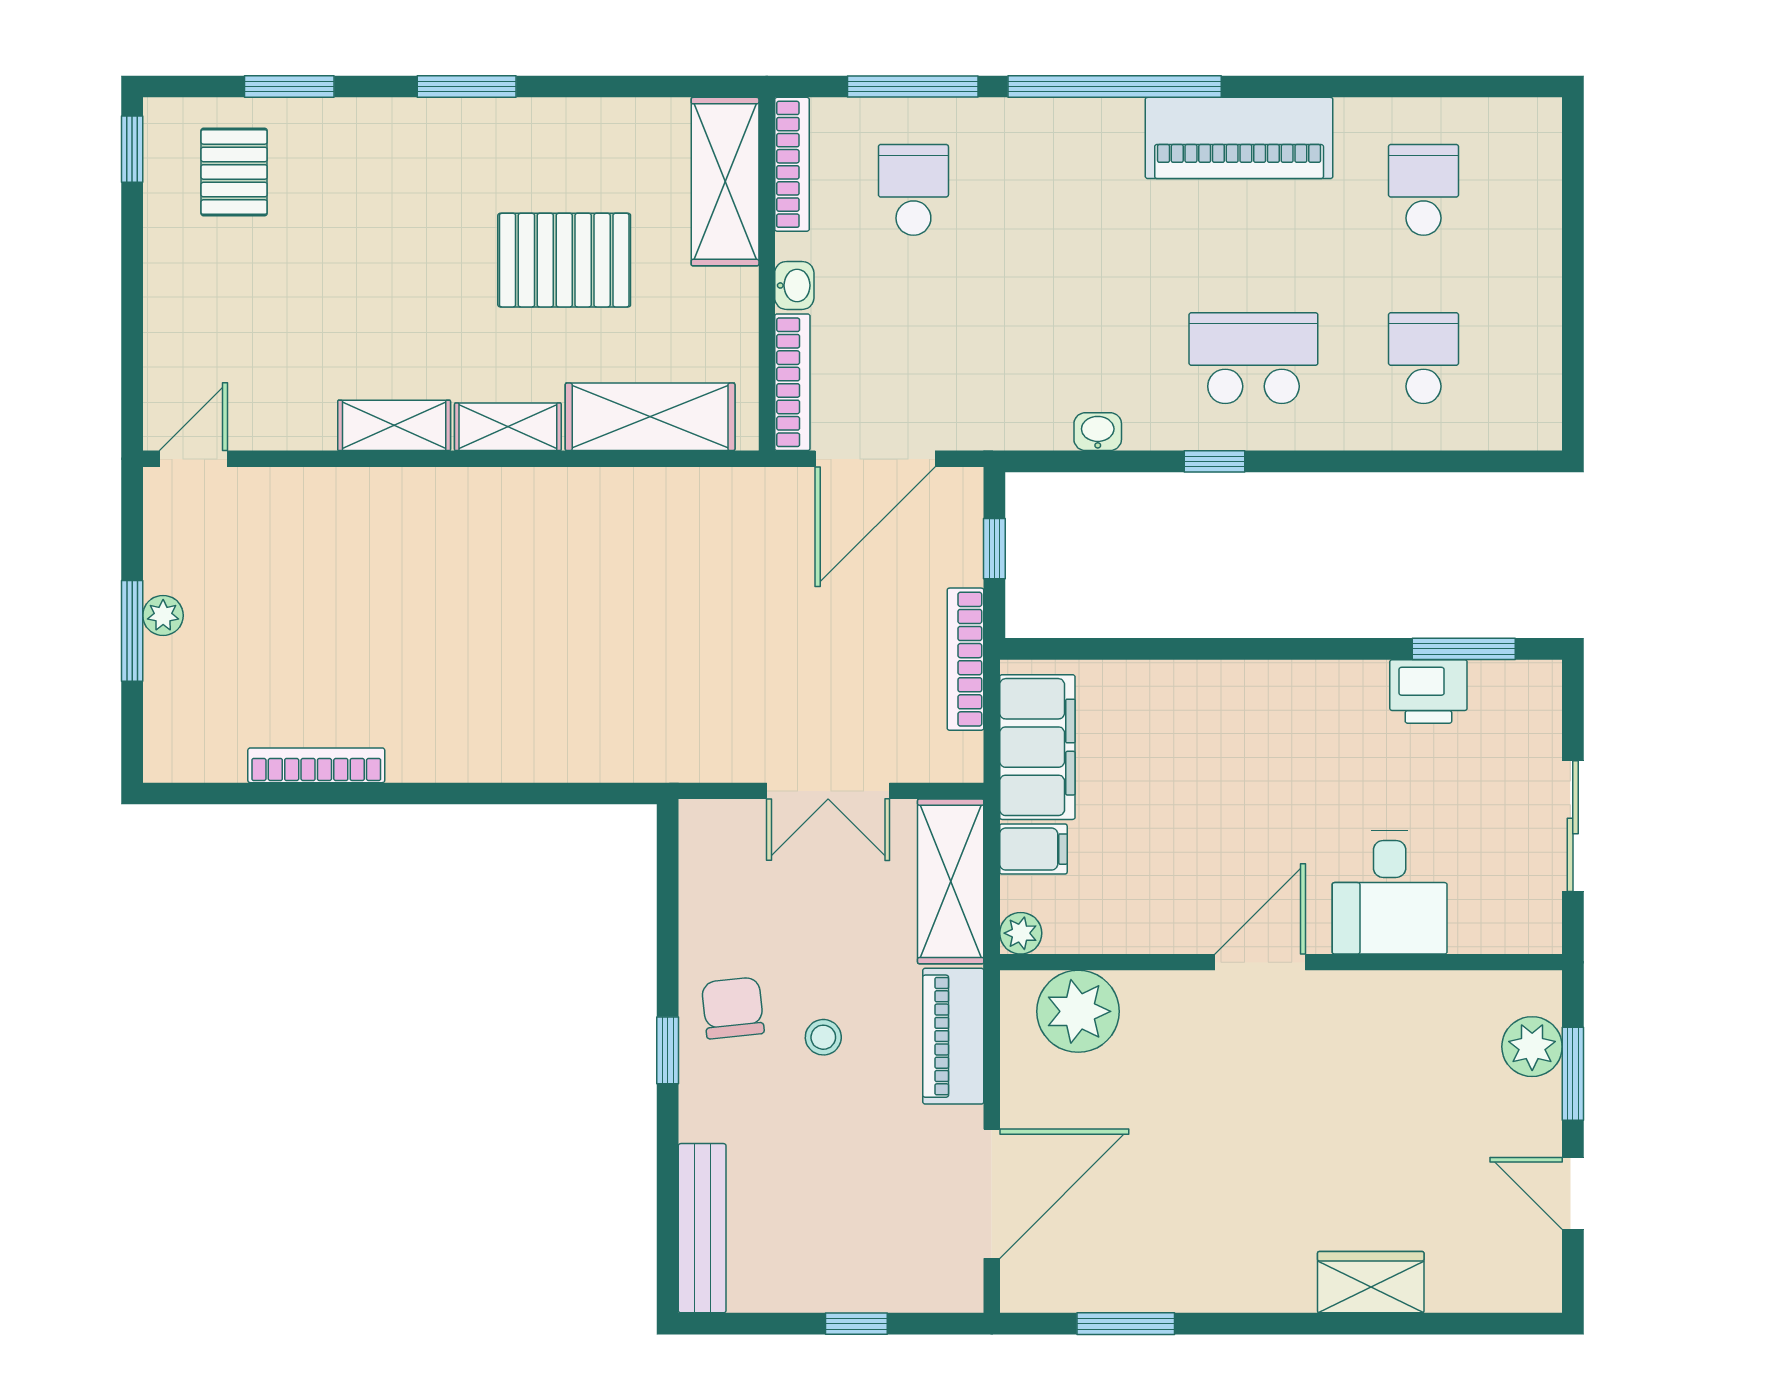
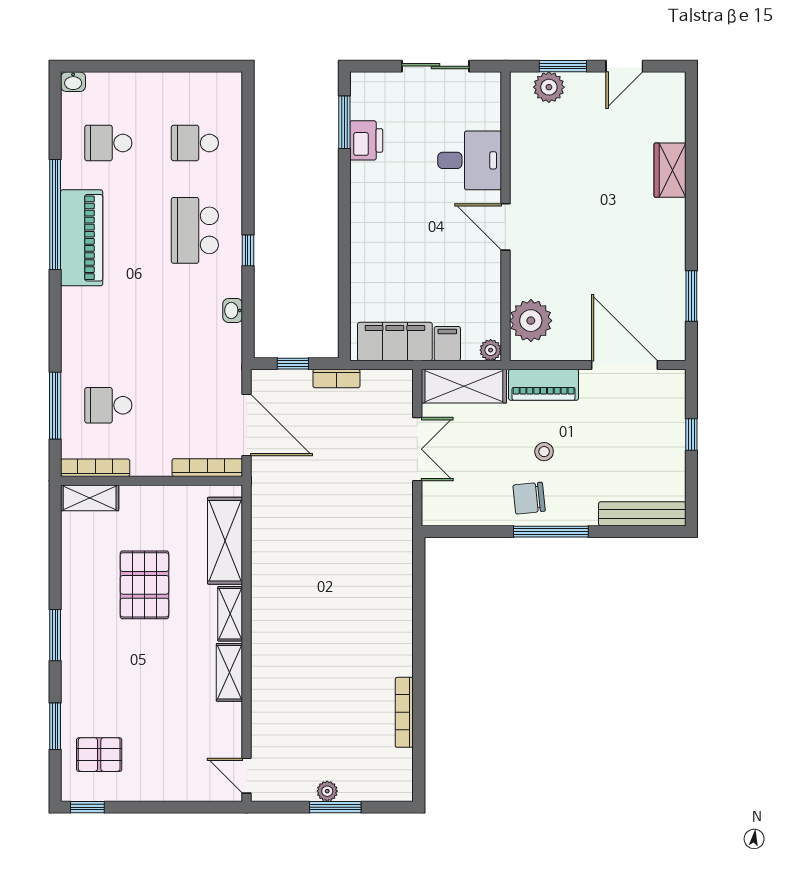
window: (1115, 87) -> (55, 215), moved
shelving: (725, 182) -> (90, 498), width x0.67, depth x0.75
washbasin: (794, 285) -> (73, 82), moved, turned 180
bookcase: (965, 659) -> (336, 378), width x0.64
window: (668, 1050) -> (551, 532), width x2.17

